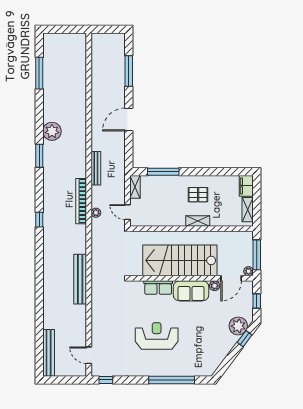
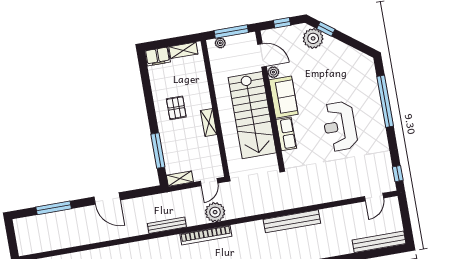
plant: (96, 213) -> (215, 212), width x1.88, depth x1.88
shelving: (198, 221) -> (209, 123), moved
plant: (249, 271) -> (220, 43), moved

